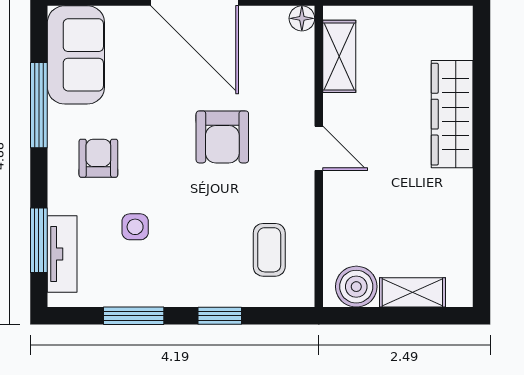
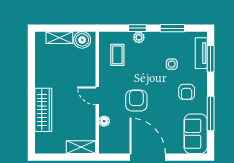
floor lamp: (302, 18) -> (104, 121), moved
shelving: (339, 56) -> (81, 147), moved, turned 90
plant: (216, 293) -> (139, 37), added

